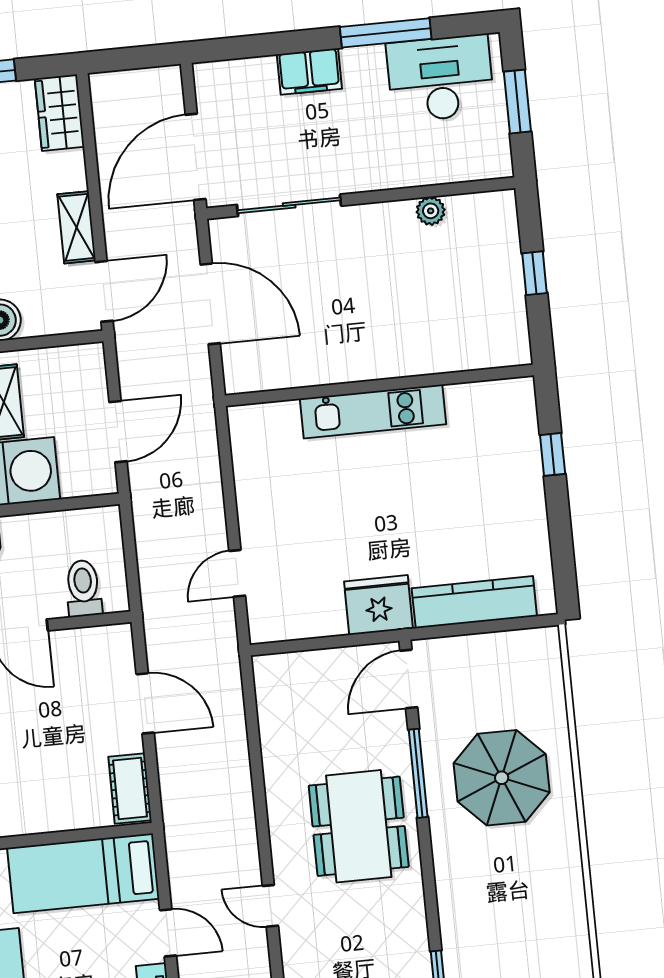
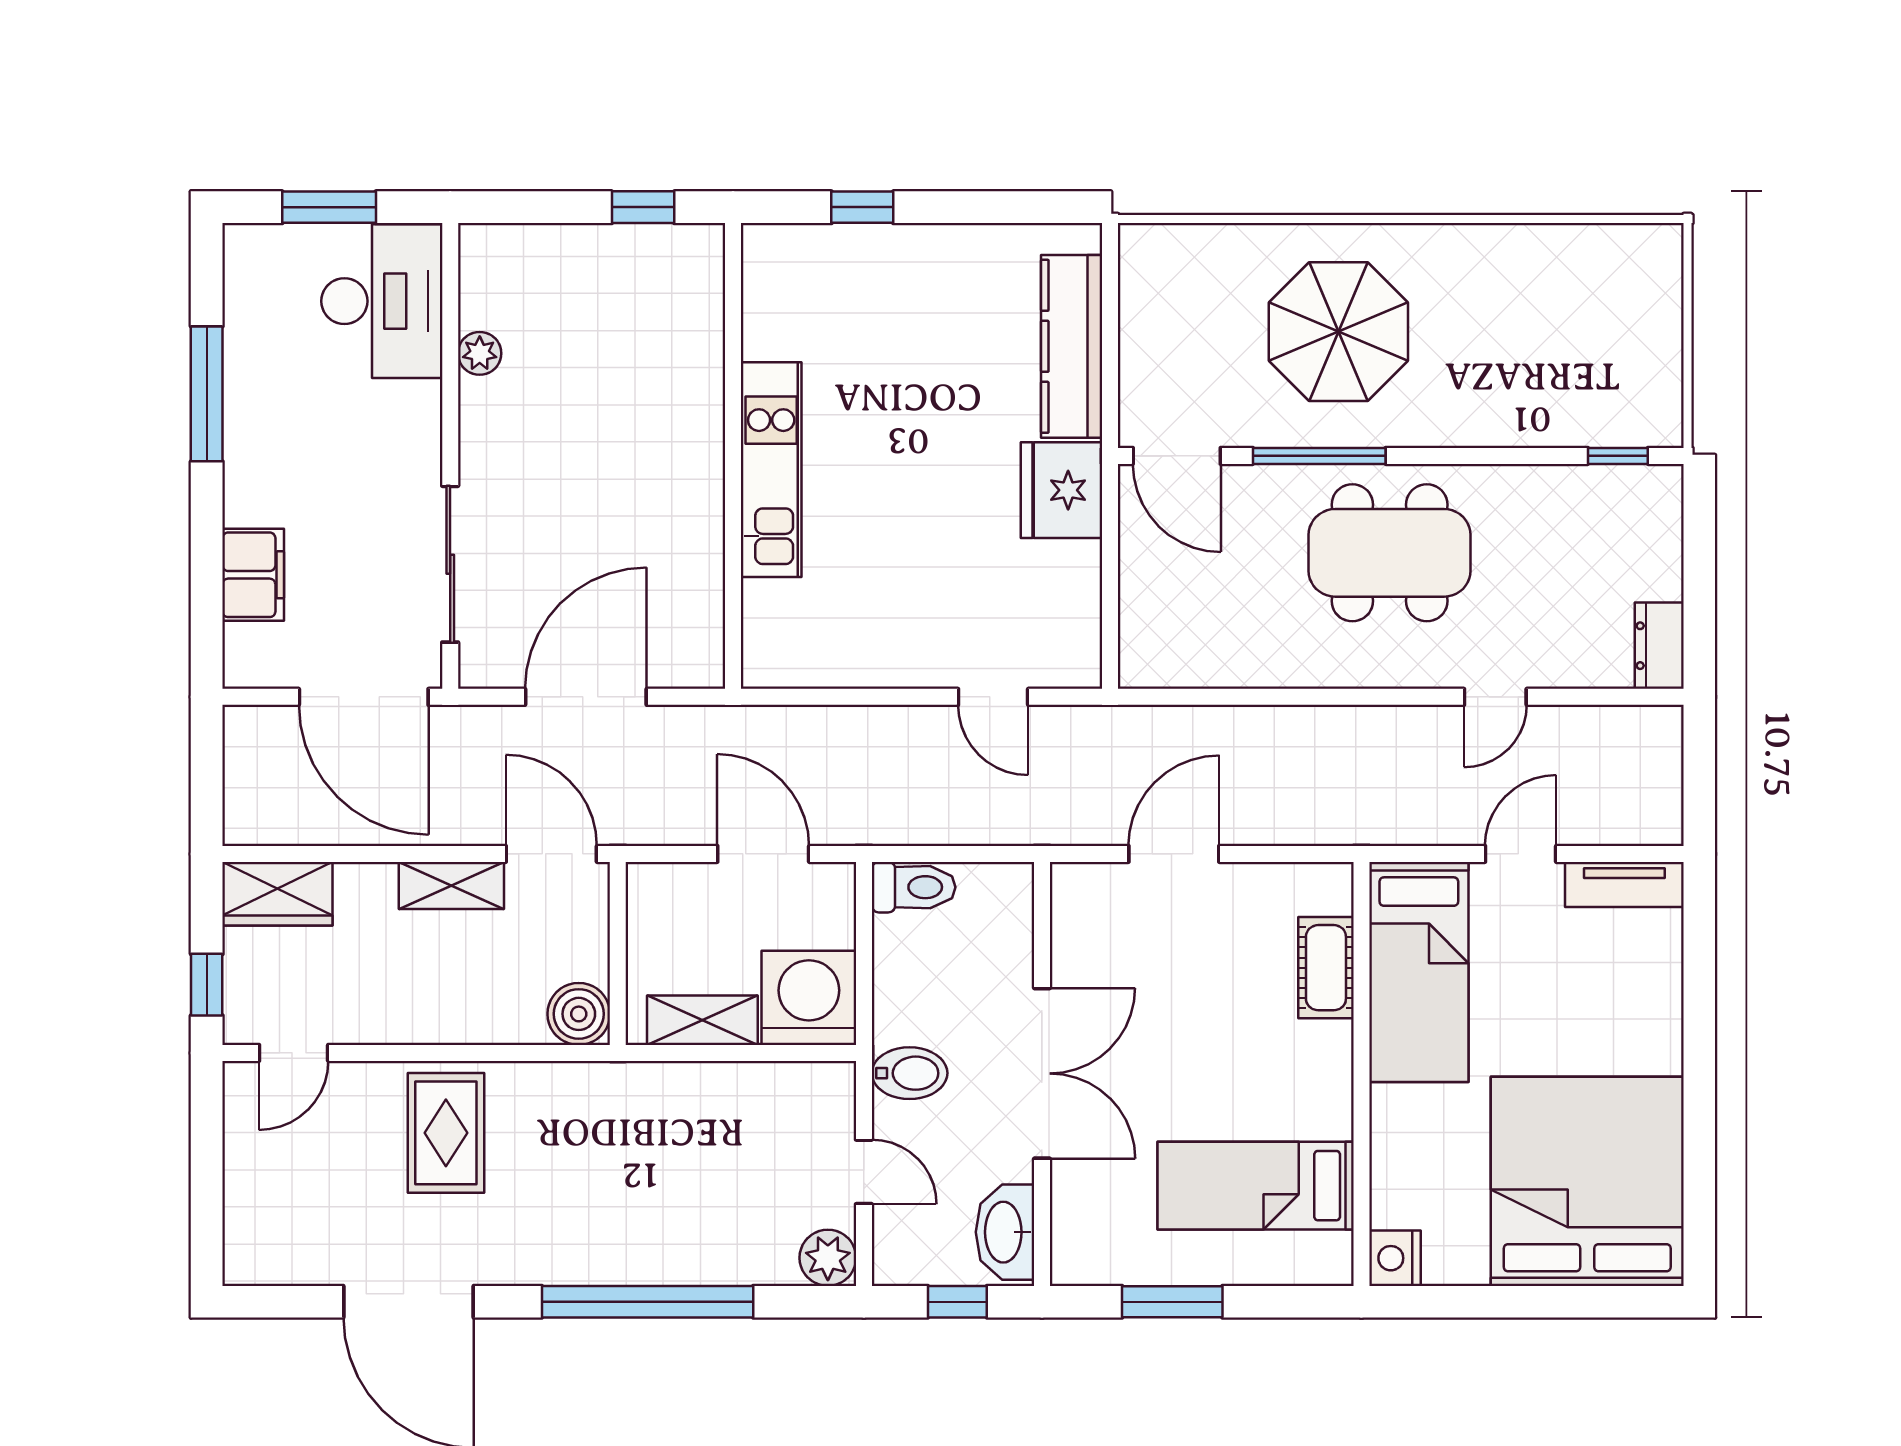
filing cabinet: (309, 72) -> (253, 575), moved
desk: (440, 78) -> (382, 301), moved, turned 180
window: (535, 273) -> (643, 207), moved
toilet: (83, 588) -> (914, 887), moved, turned 180
cot: (130, 789) -> (1326, 968), moved, turned 90

